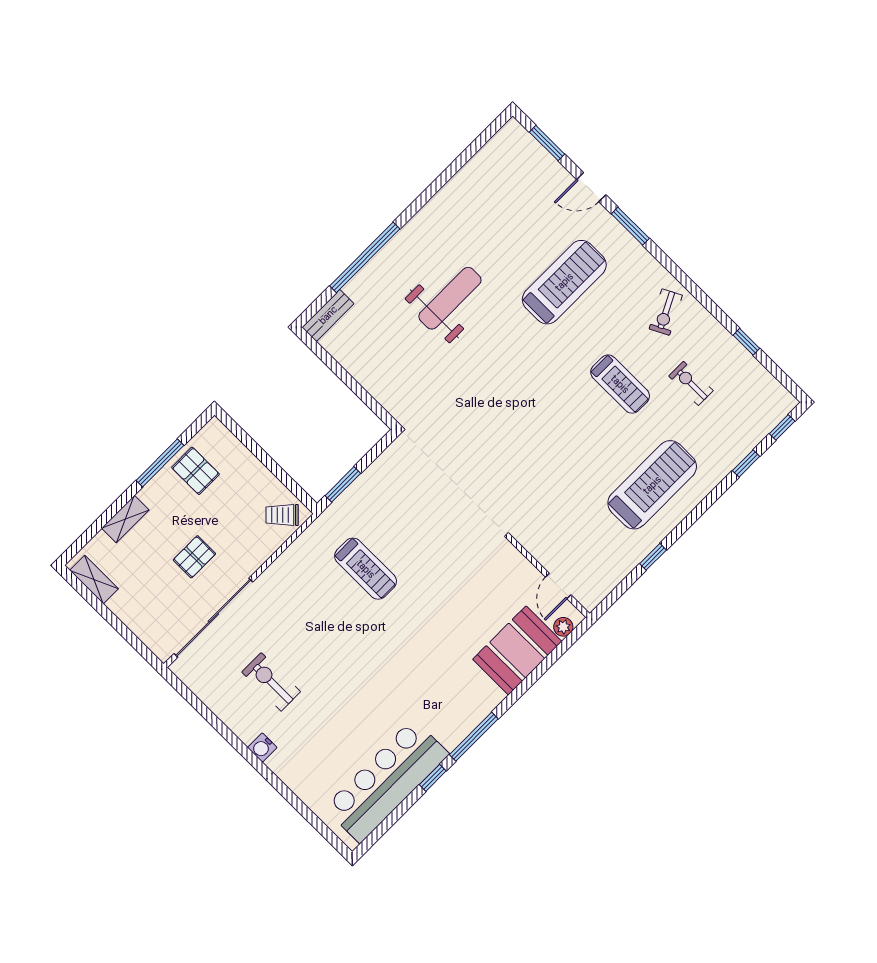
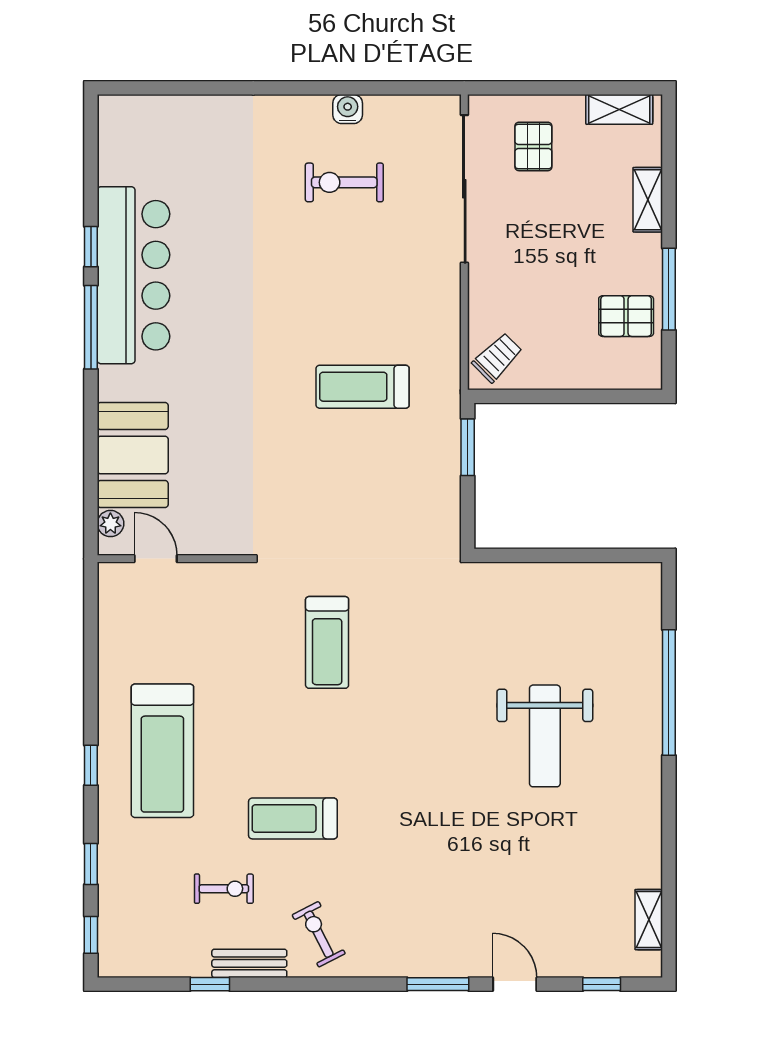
window: (547, 143) -> (602, 984), width x0.67
shelving: (490, 152) -> (649, 920), added
door: (591, 187) -> (515, 984), hinge flipped
treadmill: (564, 282) -> (327, 642), moved, width x0.73, depth x0.73
bench: (328, 315) -> (249, 963), moved, turned 90
pallet: (194, 557) -> (533, 146), moved
window: (653, 557) -> (91, 765), moved
exercise bike: (271, 682) -> (344, 182), turned 180
water cooler: (262, 747) -> (348, 109), moved
bar counter: (387, 781) -> (133, 275), moved

